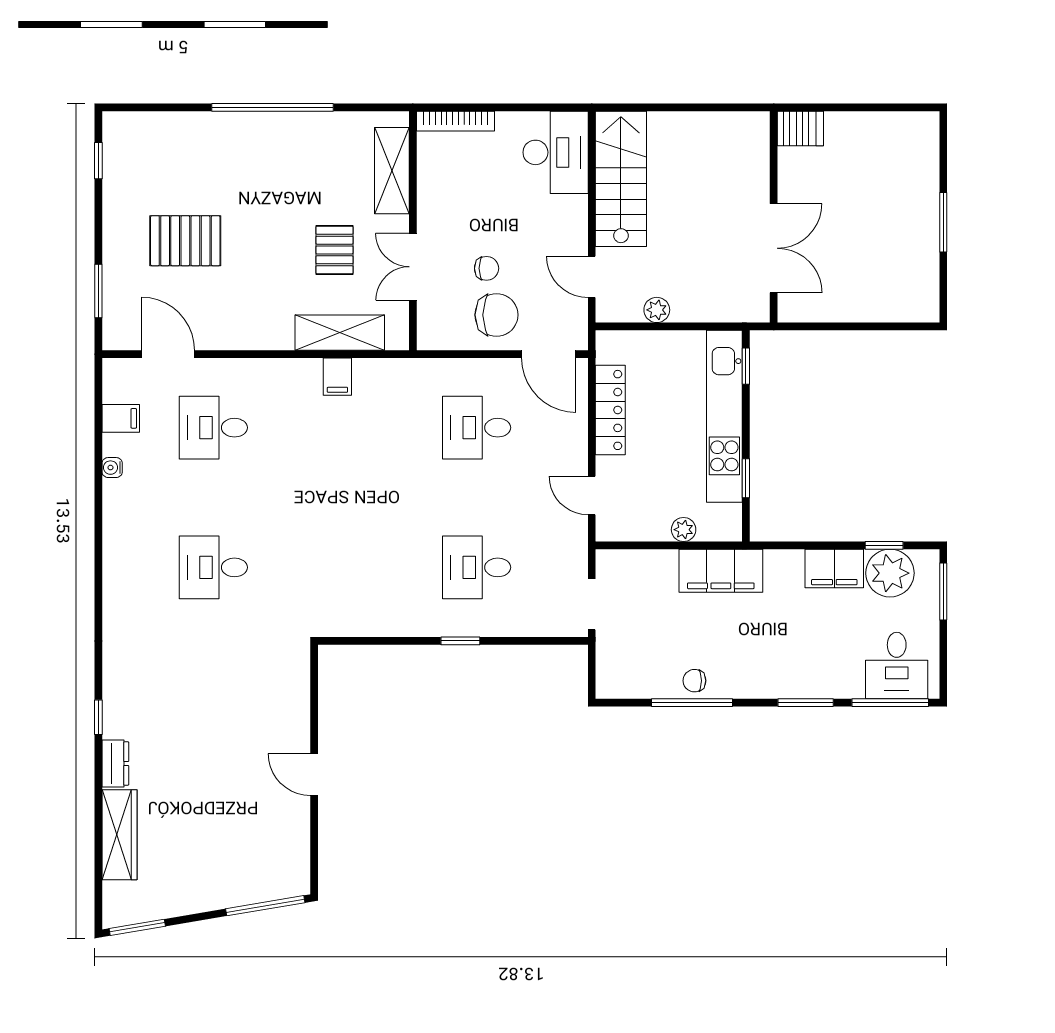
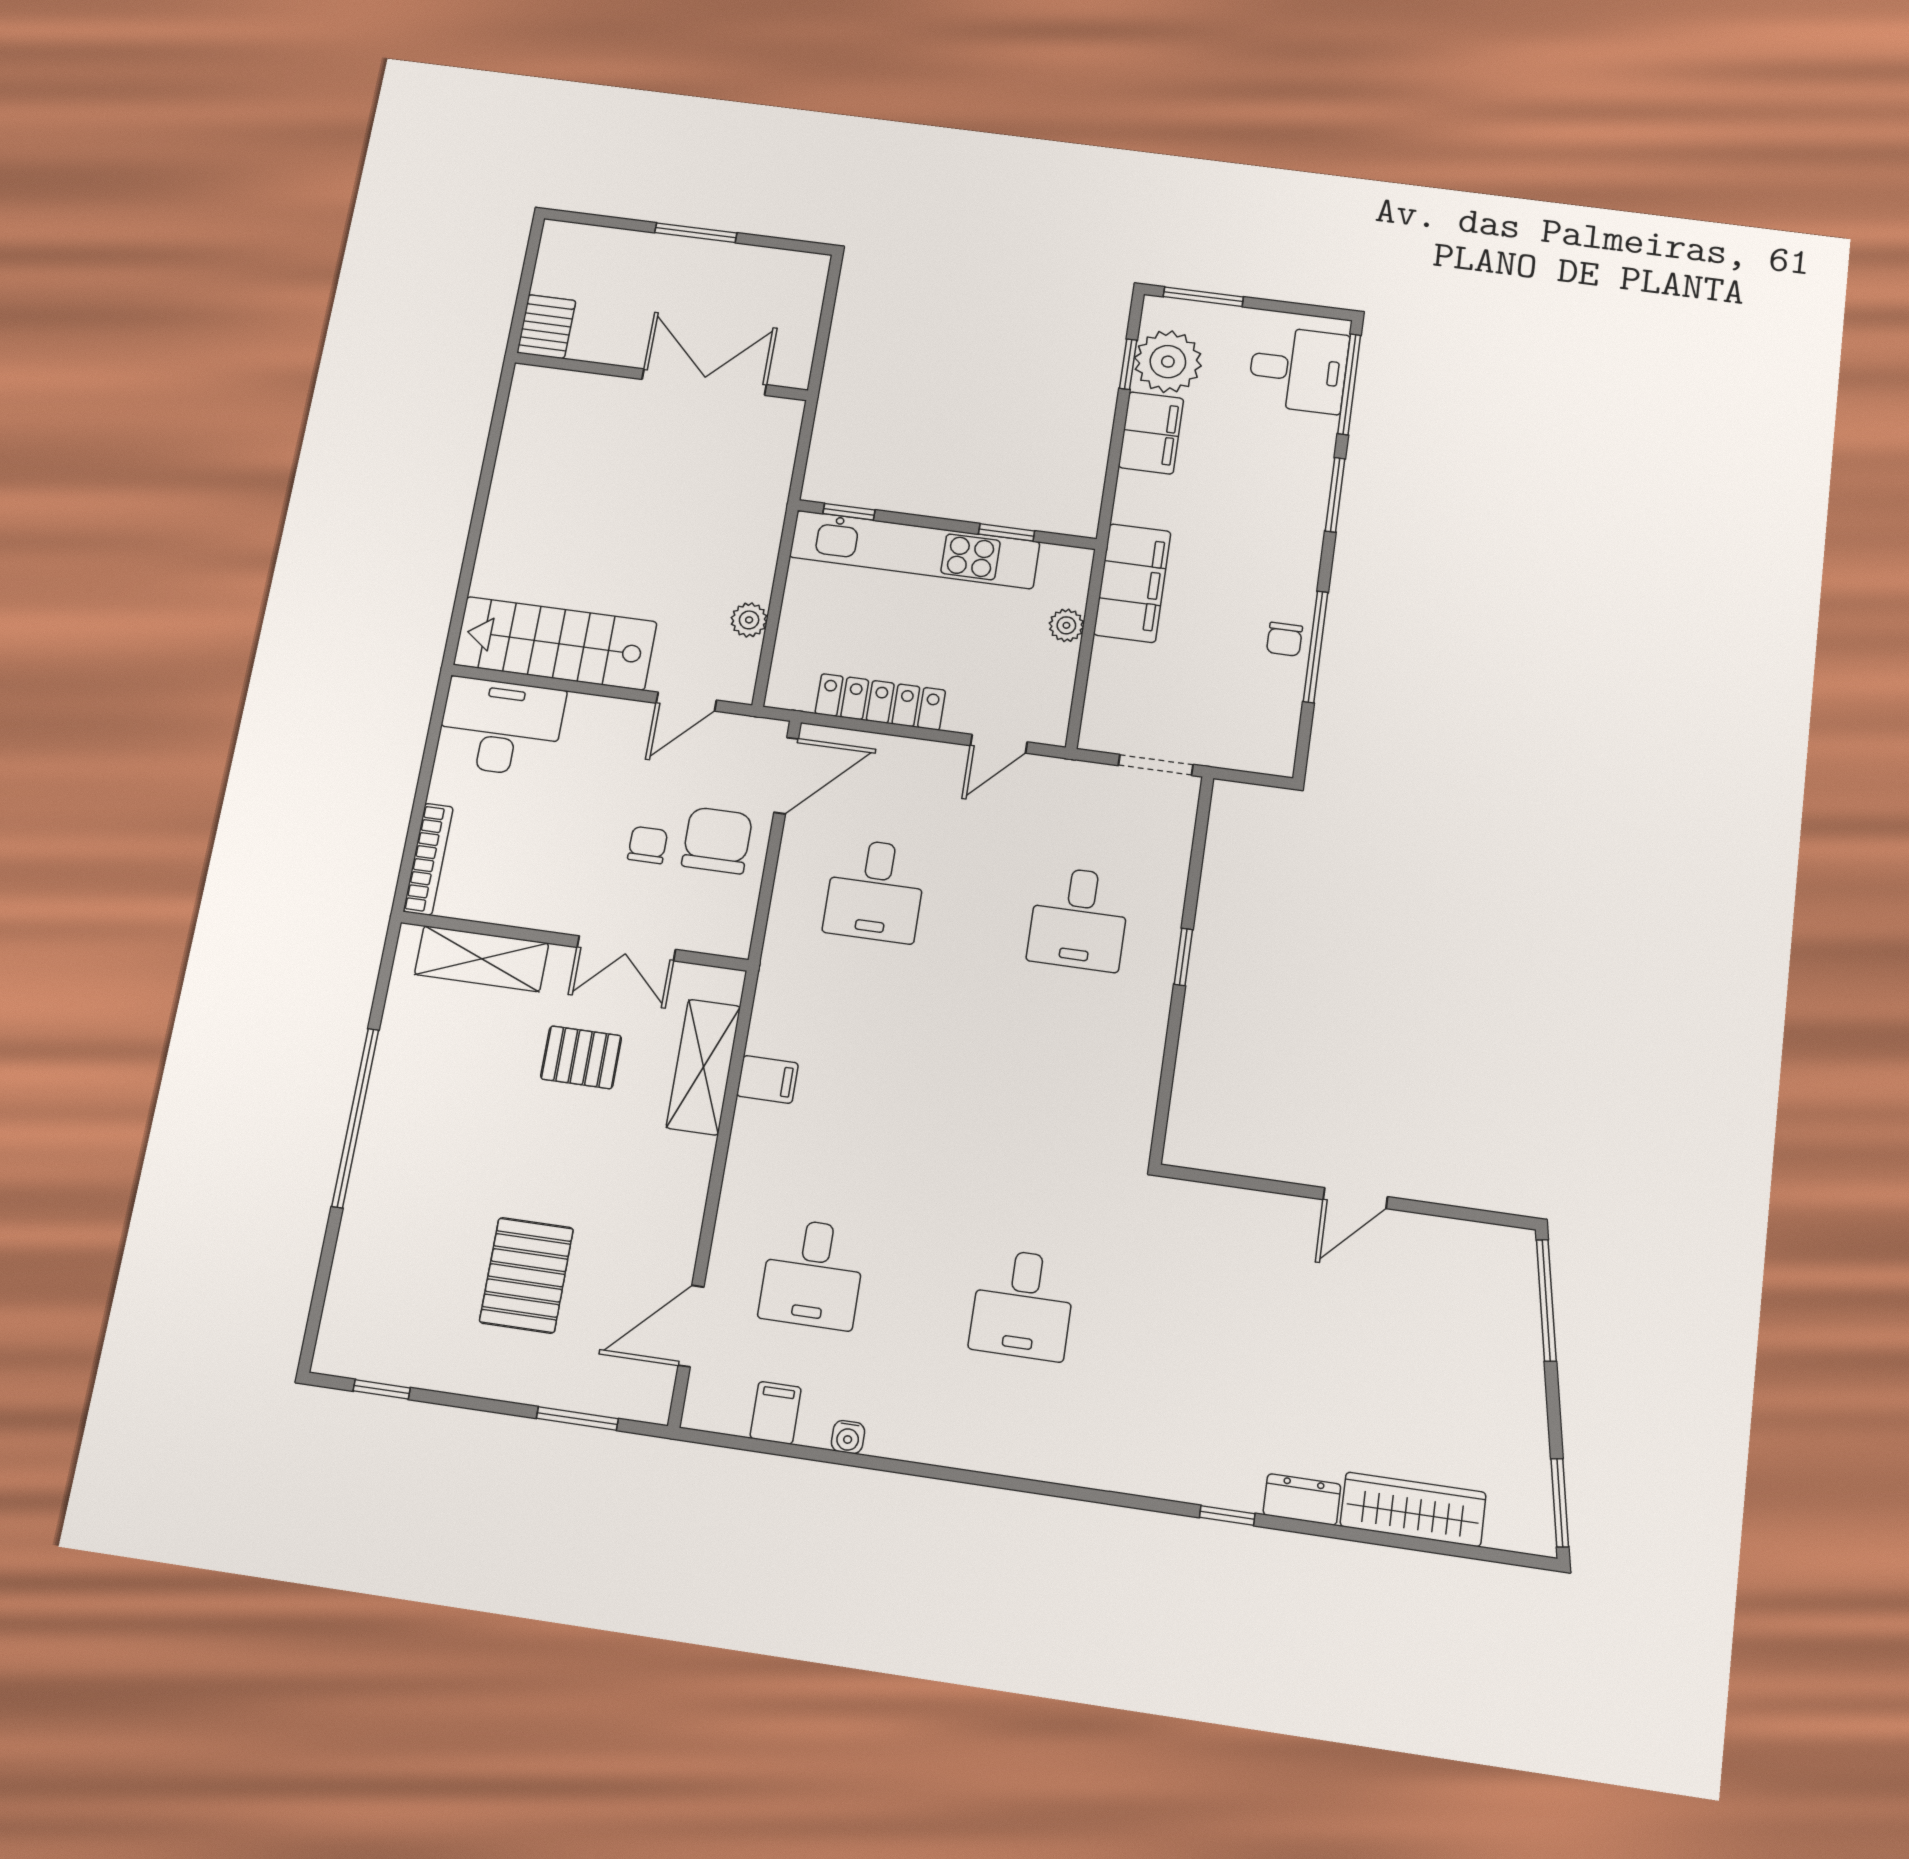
server rack: (800, 128) -> (546, 327), moved
wall: (774, 217) -> (661, 376), moved
double door: (774, 248) -> (704, 382), moved

